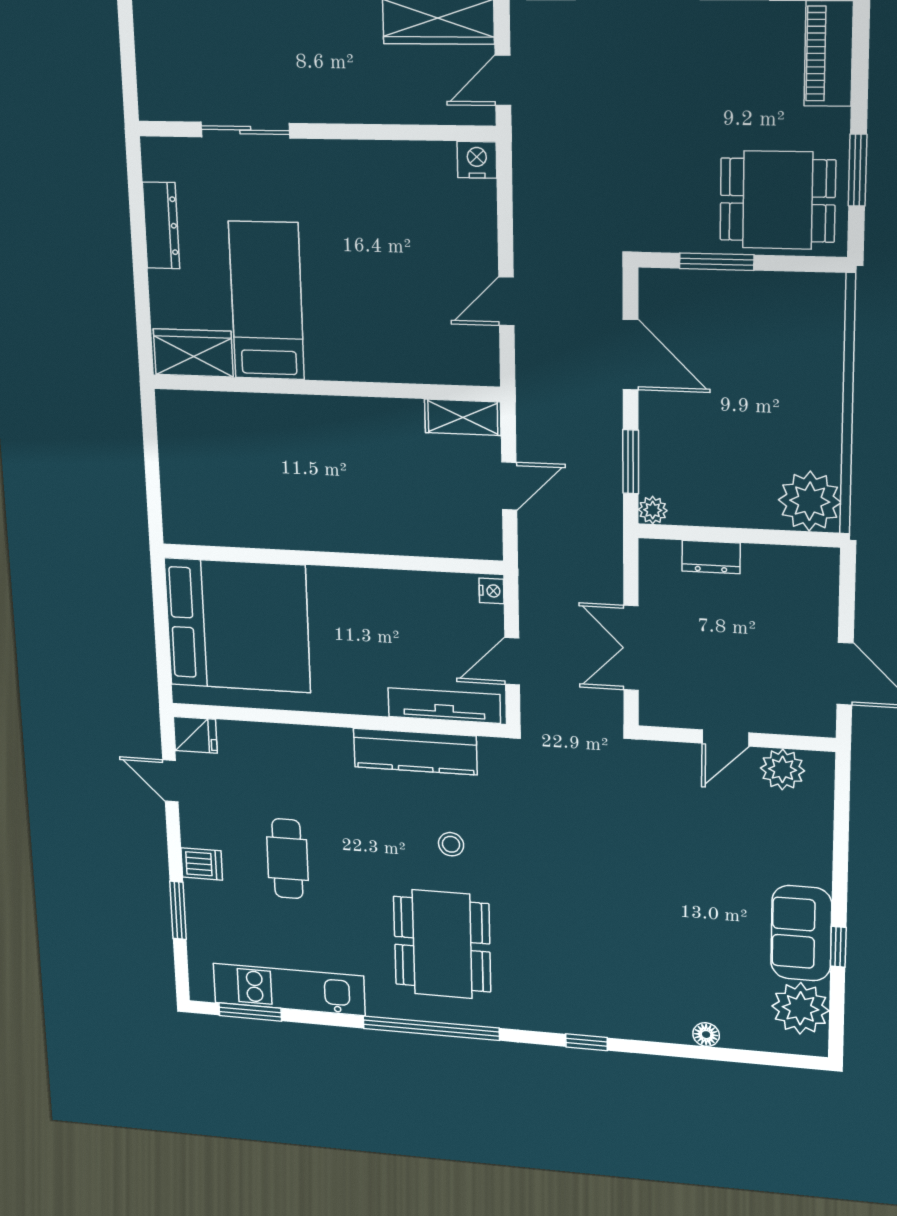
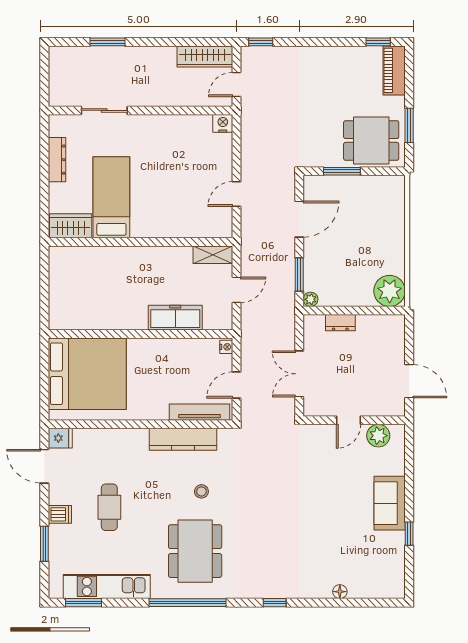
door: (631, 355) -> (299, 219), hinge flipped
freezer: (395, 532) -> (175, 318), added
door: (170, 781) -> (44, 466), width x1.38
sofa: (801, 933) -> (390, 503), moved
plant: (800, 1008) -> (390, 571), removed

